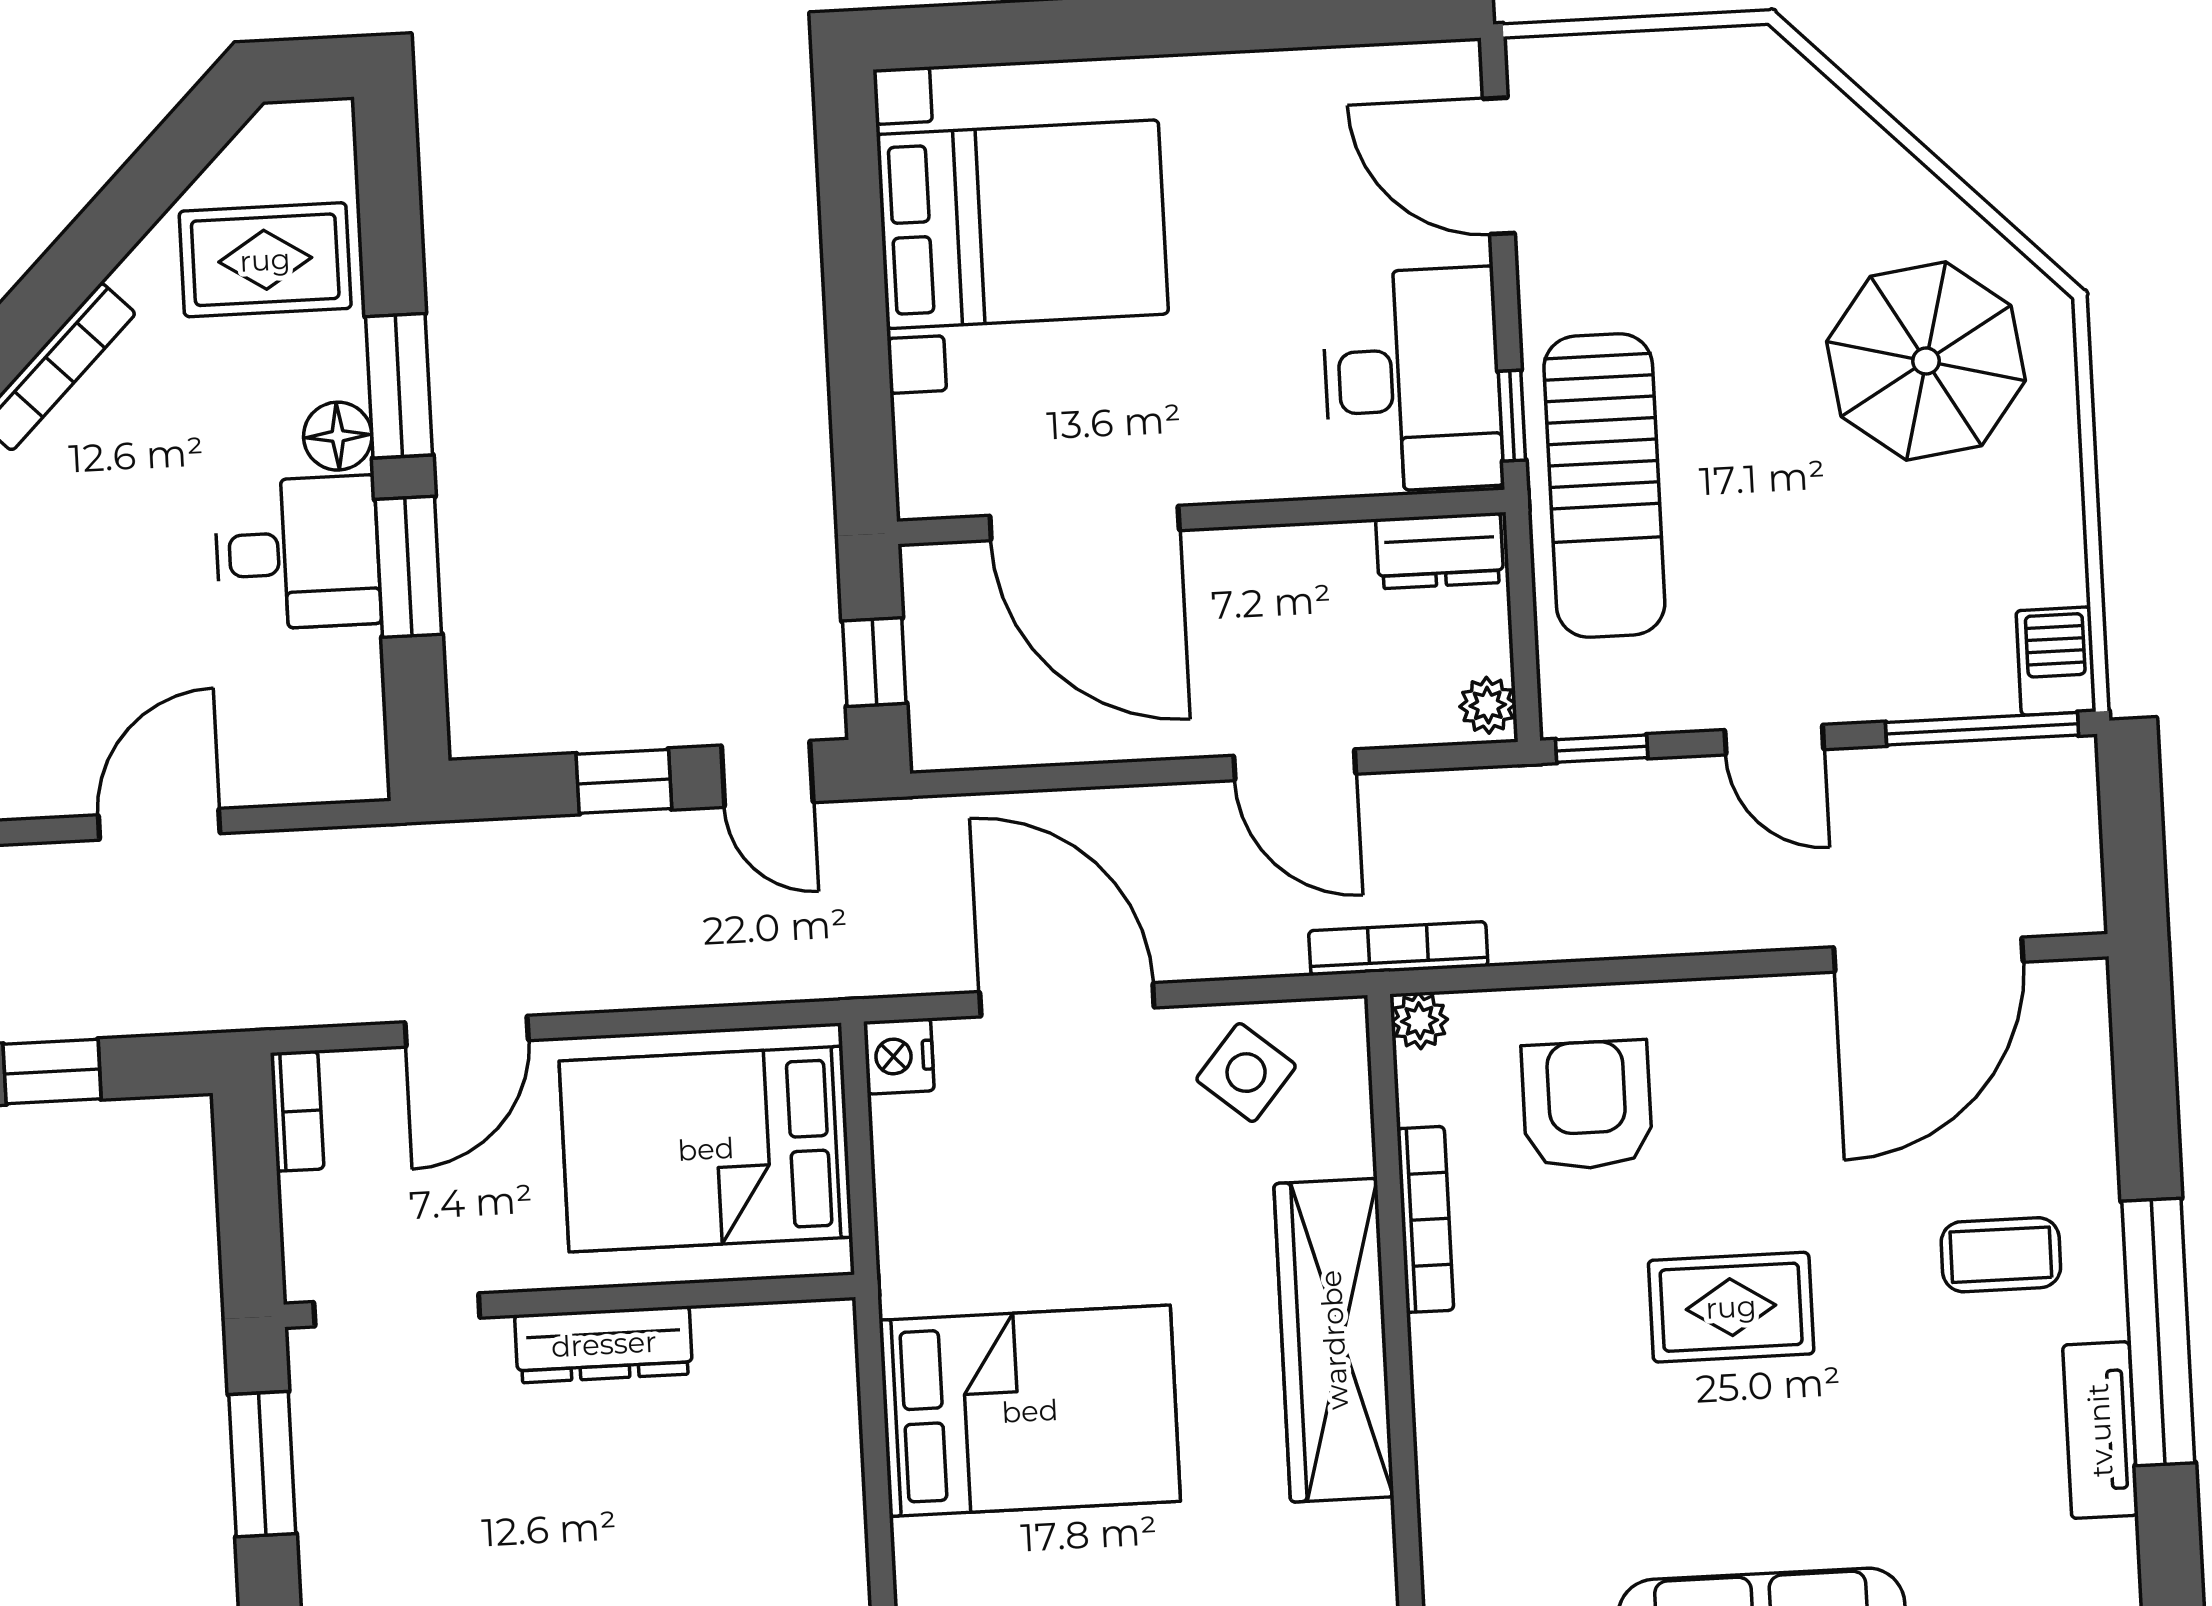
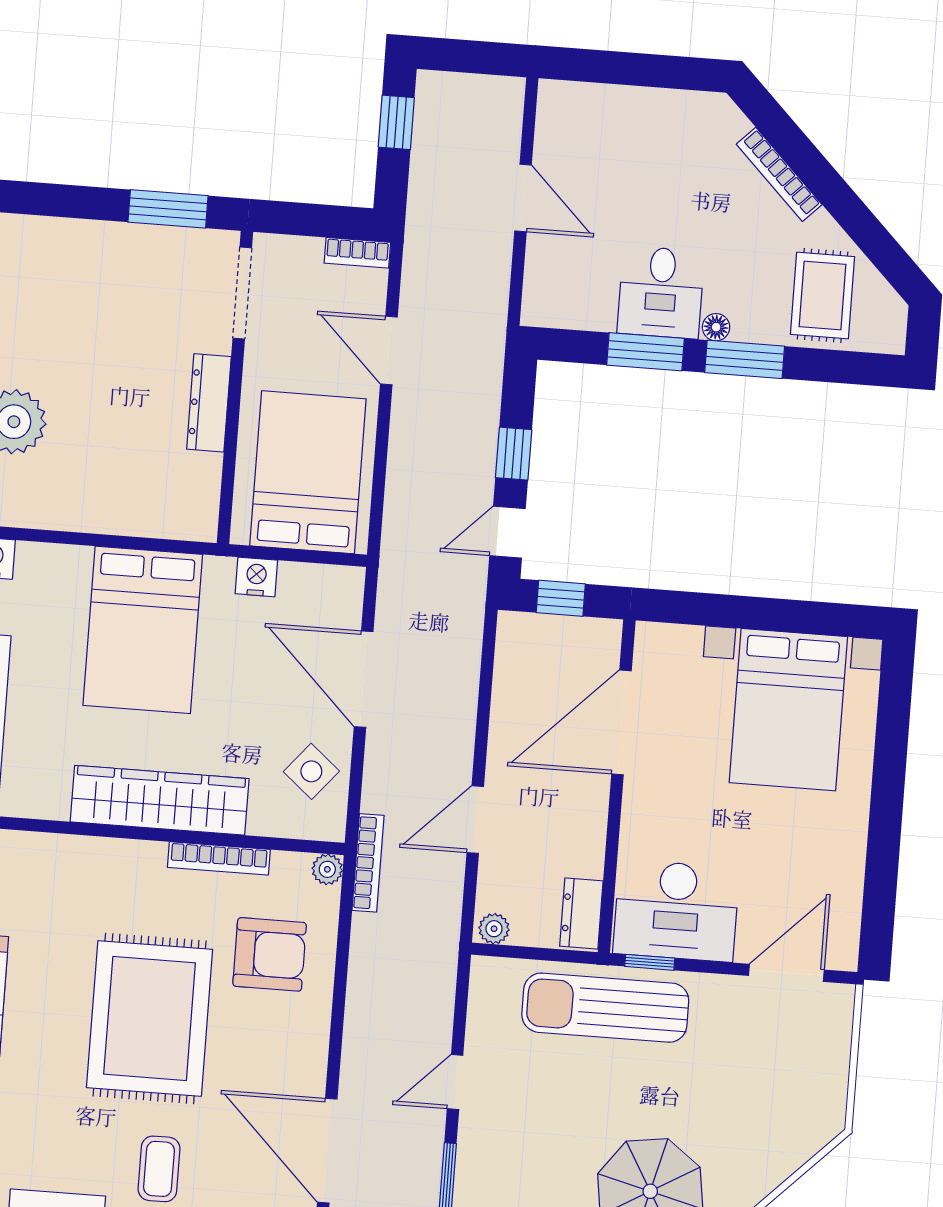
floor lamp: (338, 436) -> (716, 327), width x0.73, depth x0.73
window: (1602, 749) -> (462, 988), removed
door: (1067, 1000) -> (364, 679), swing flipped
nightstand: (899, 1056) -> (256, 577), moved
rug: (1731, 1307) -> (150, 1018), width x1.86, depth x2.06

